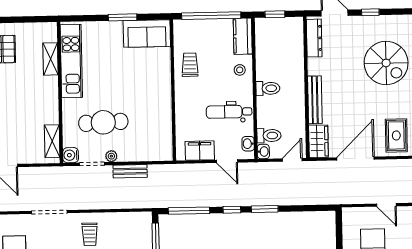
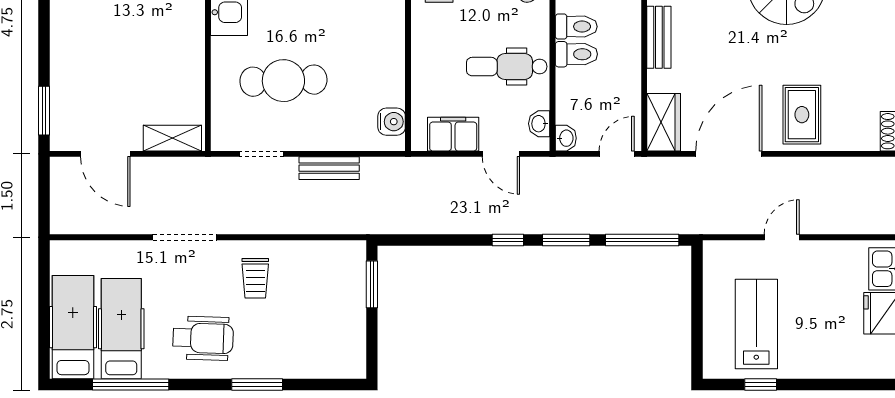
bench: (315, 100) -> (659, 37), width x0.73
toilet: (269, 136) -> (576, 54), moved
shelving: (52, 141) -> (172, 138), moved, turned 90
water cooler: (71, 155) -> (392, 122), moved, turned 180
plant: (111, 156) -> (297, 141), removed
door: (386, 205) -> (782, 237), swing flipped
window: (189, 211) -> (642, 240), moved

